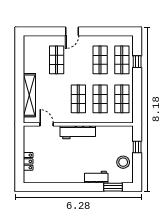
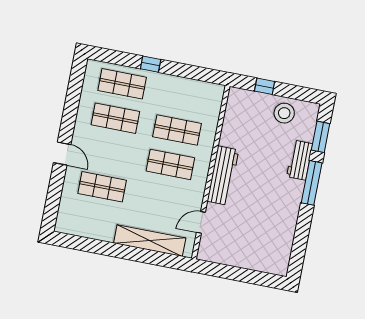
window: (137, 62) -> (151, 64), moved
shop shelf: (122, 99) -> (184, 96), removed
locker: (28, 161) -> (254, 263), removed
window: (84, 187) -> (312, 183), added

